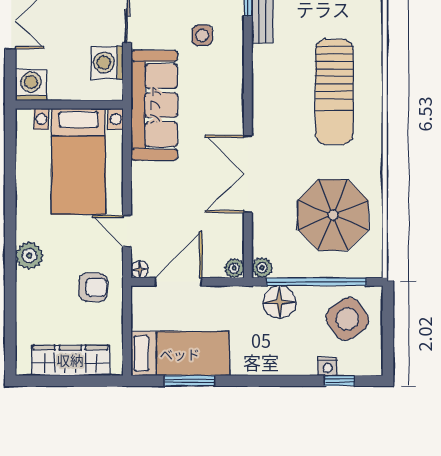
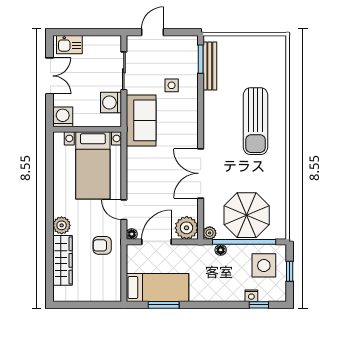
sofa: (154, 105) -> (141, 120), width x0.73
parasol: (333, 215) -> (247, 215), moved
plant: (234, 268) -> (187, 228), width x1.88, depth x1.88
armchair: (93, 287) -> (102, 245), turned 180
floor lamp: (279, 302) -> (221, 250), width x0.53, depth x0.53
side table: (347, 319) -> (264, 265), turned 36
window: (388, 328) -> (290, 271), added
wardrobe: (70, 360) -> (62, 260), moved, turned 90

